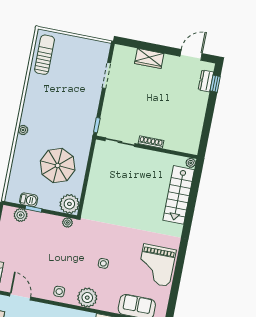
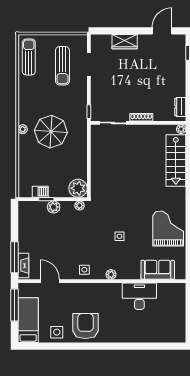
sun lounger: (78, 71) -> (62, 66), added
dresser: (206, 81) -> (180, 107), moved
parasol: (58, 165) -> (51, 132), moved
plant: (21, 215) -> (54, 207), moved
grand piano: (156, 265) -> (168, 228), turned 180
plant: (87, 298) -> (111, 274), width x0.53, depth x0.53

